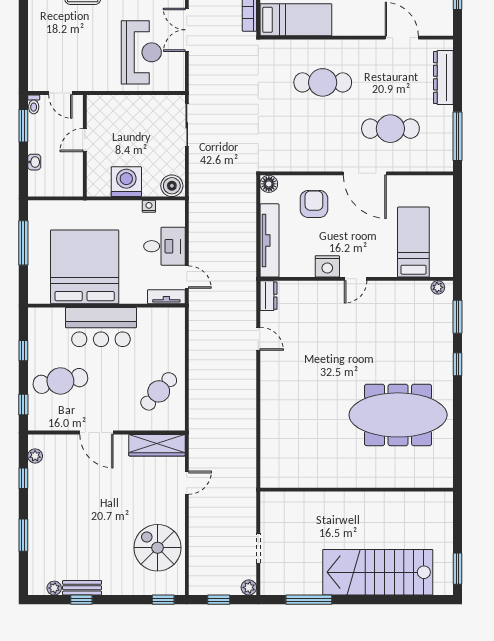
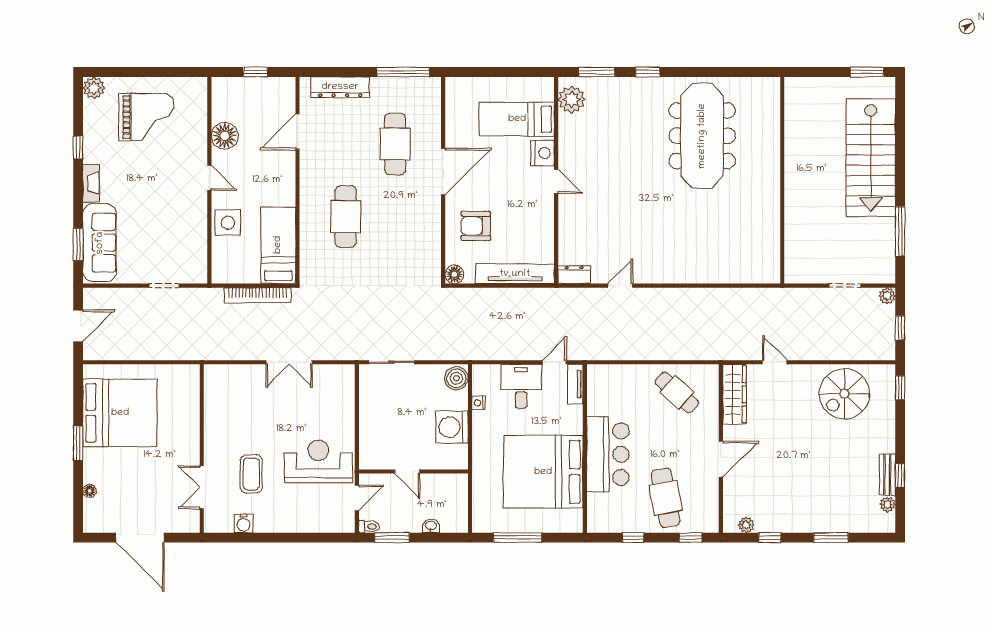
reception desk: (141, 52) -> (318, 461), moved
nightstand: (327, 266) -> (543, 153), moved
plant: (438, 287) -> (572, 99), width x1.88, depth x1.88

